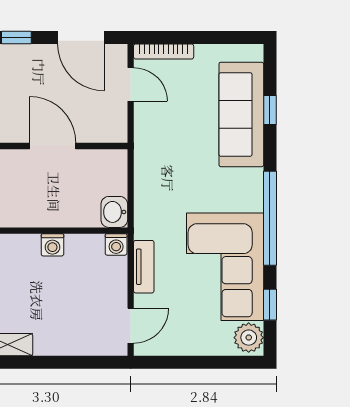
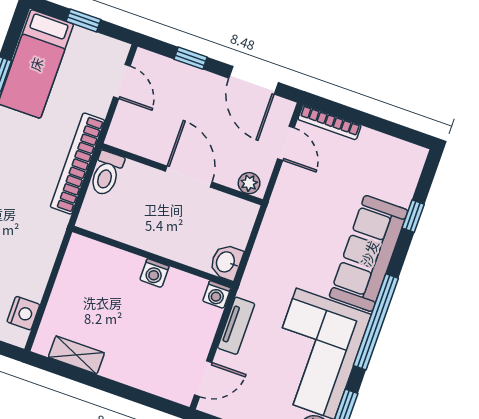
sofa: (241, 114) -> (369, 253), moved
plant: (110, 133) -> (249, 183), added

